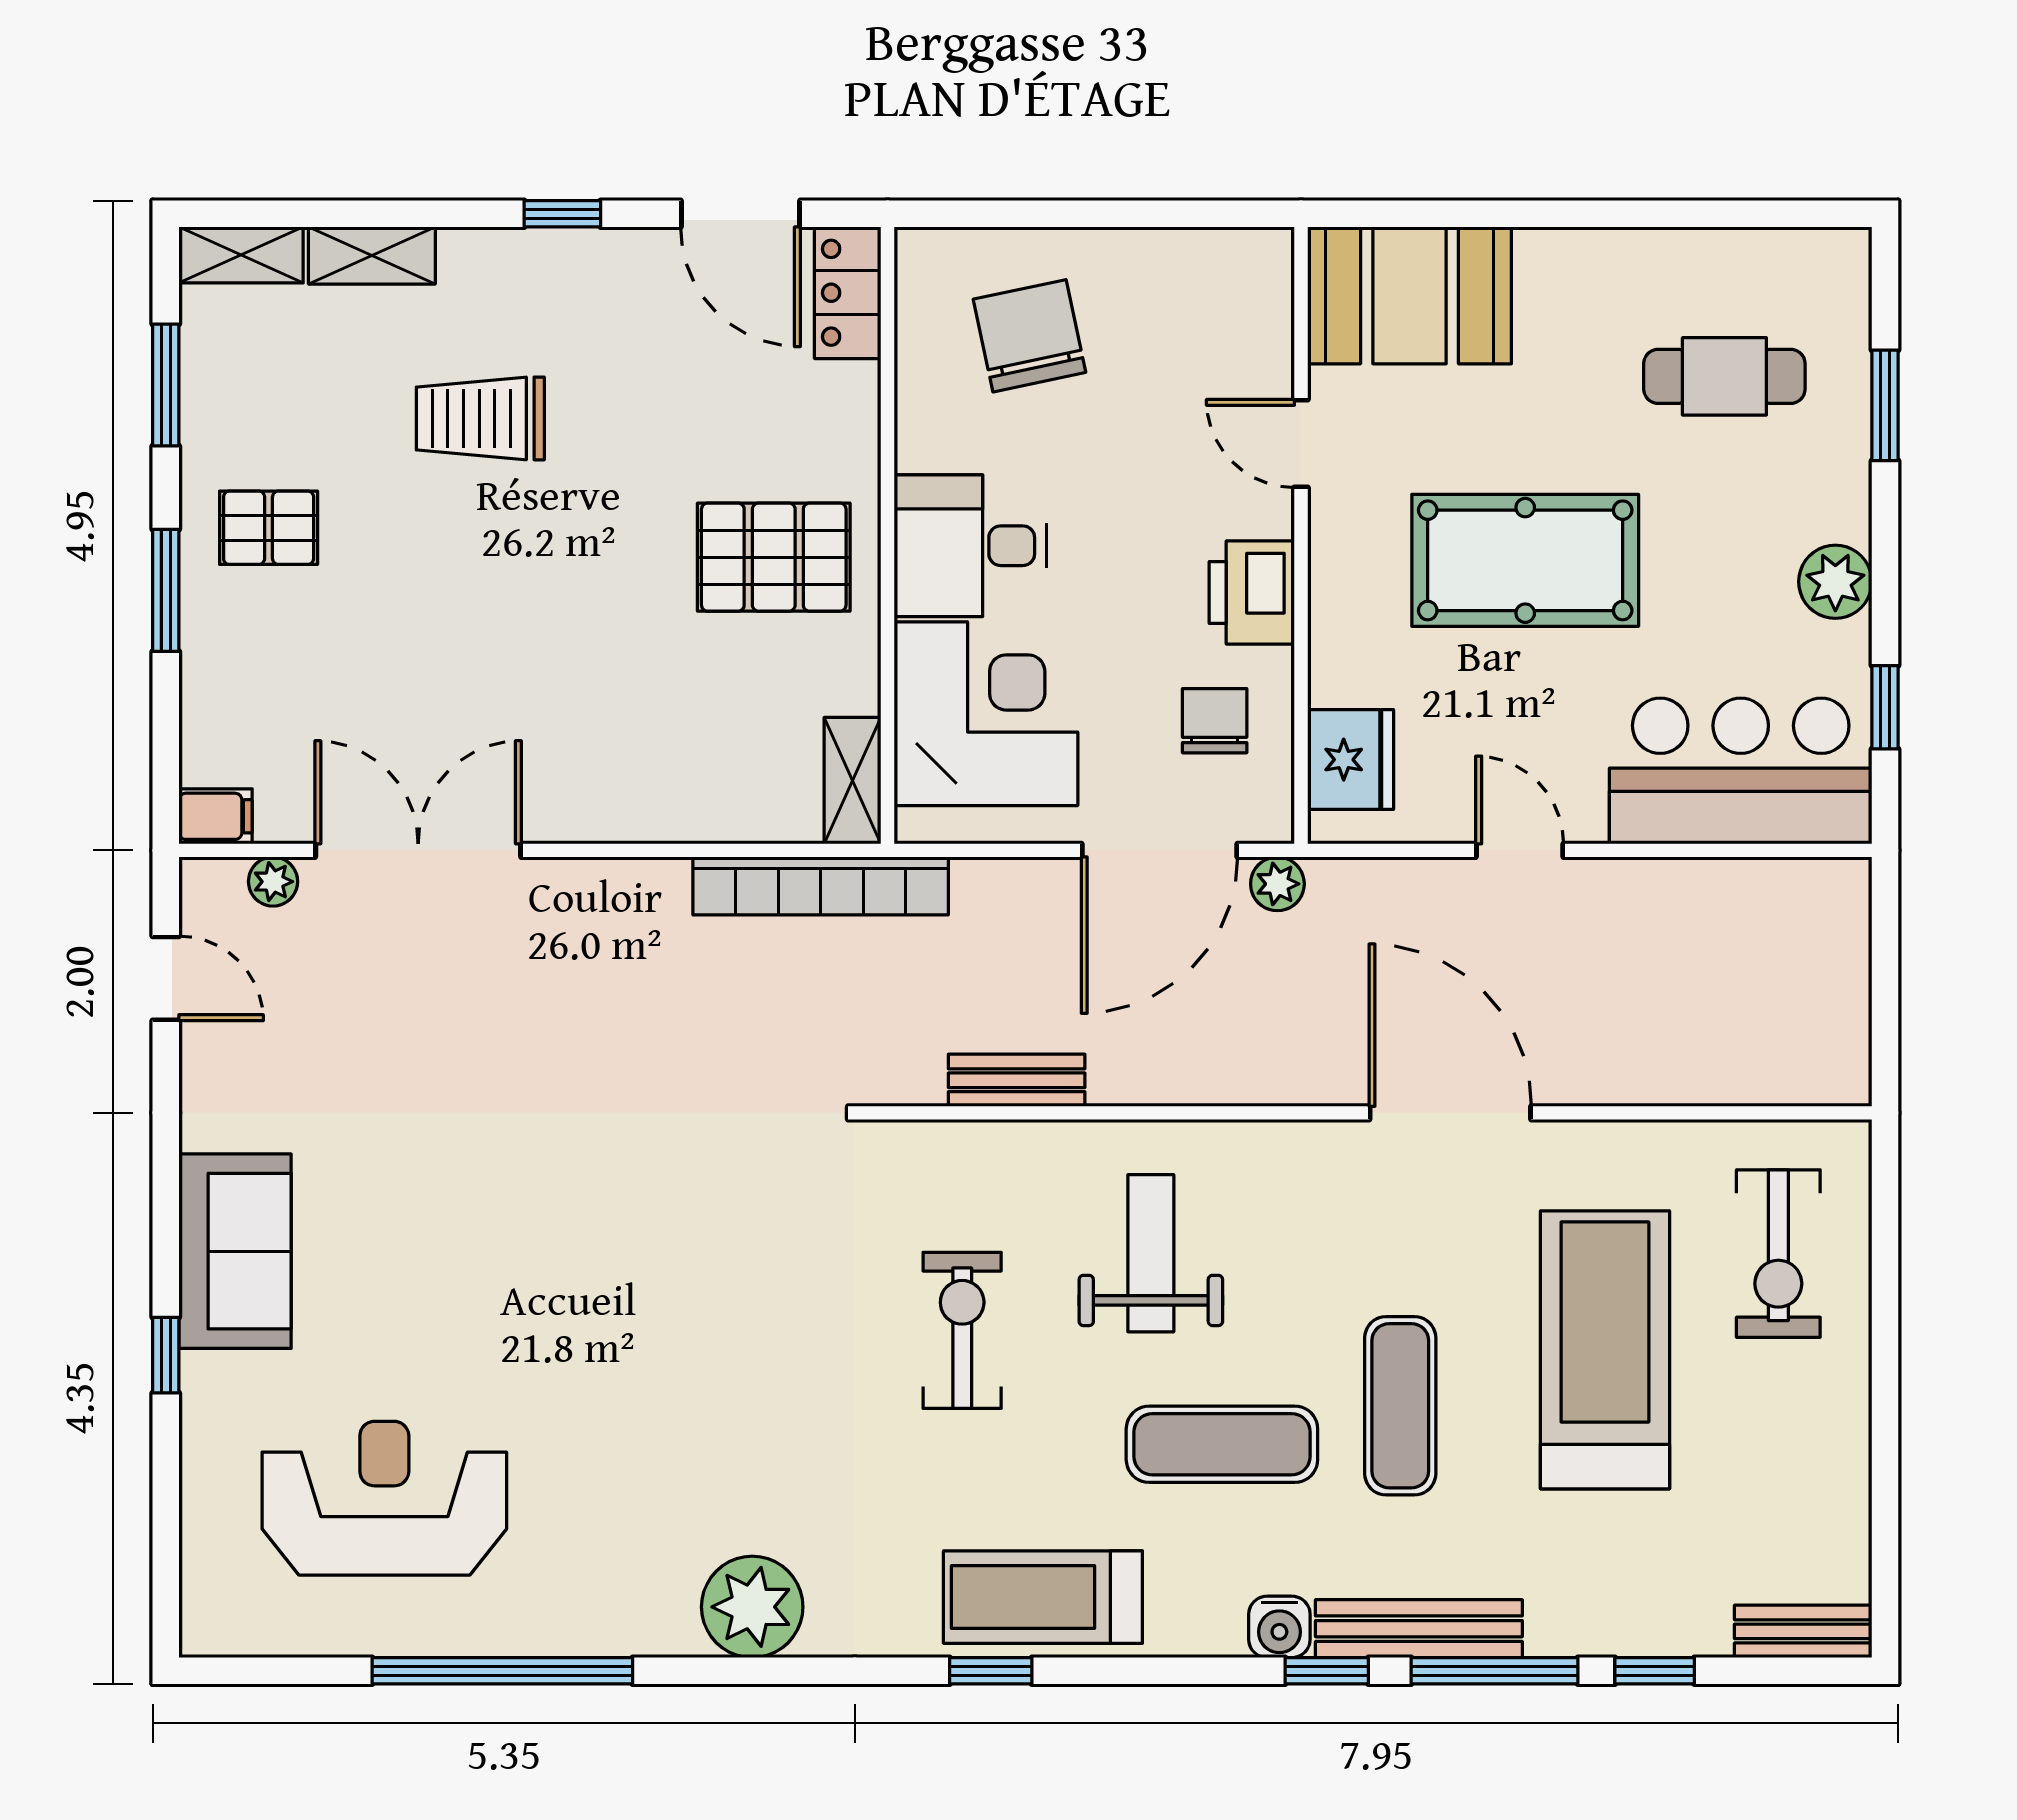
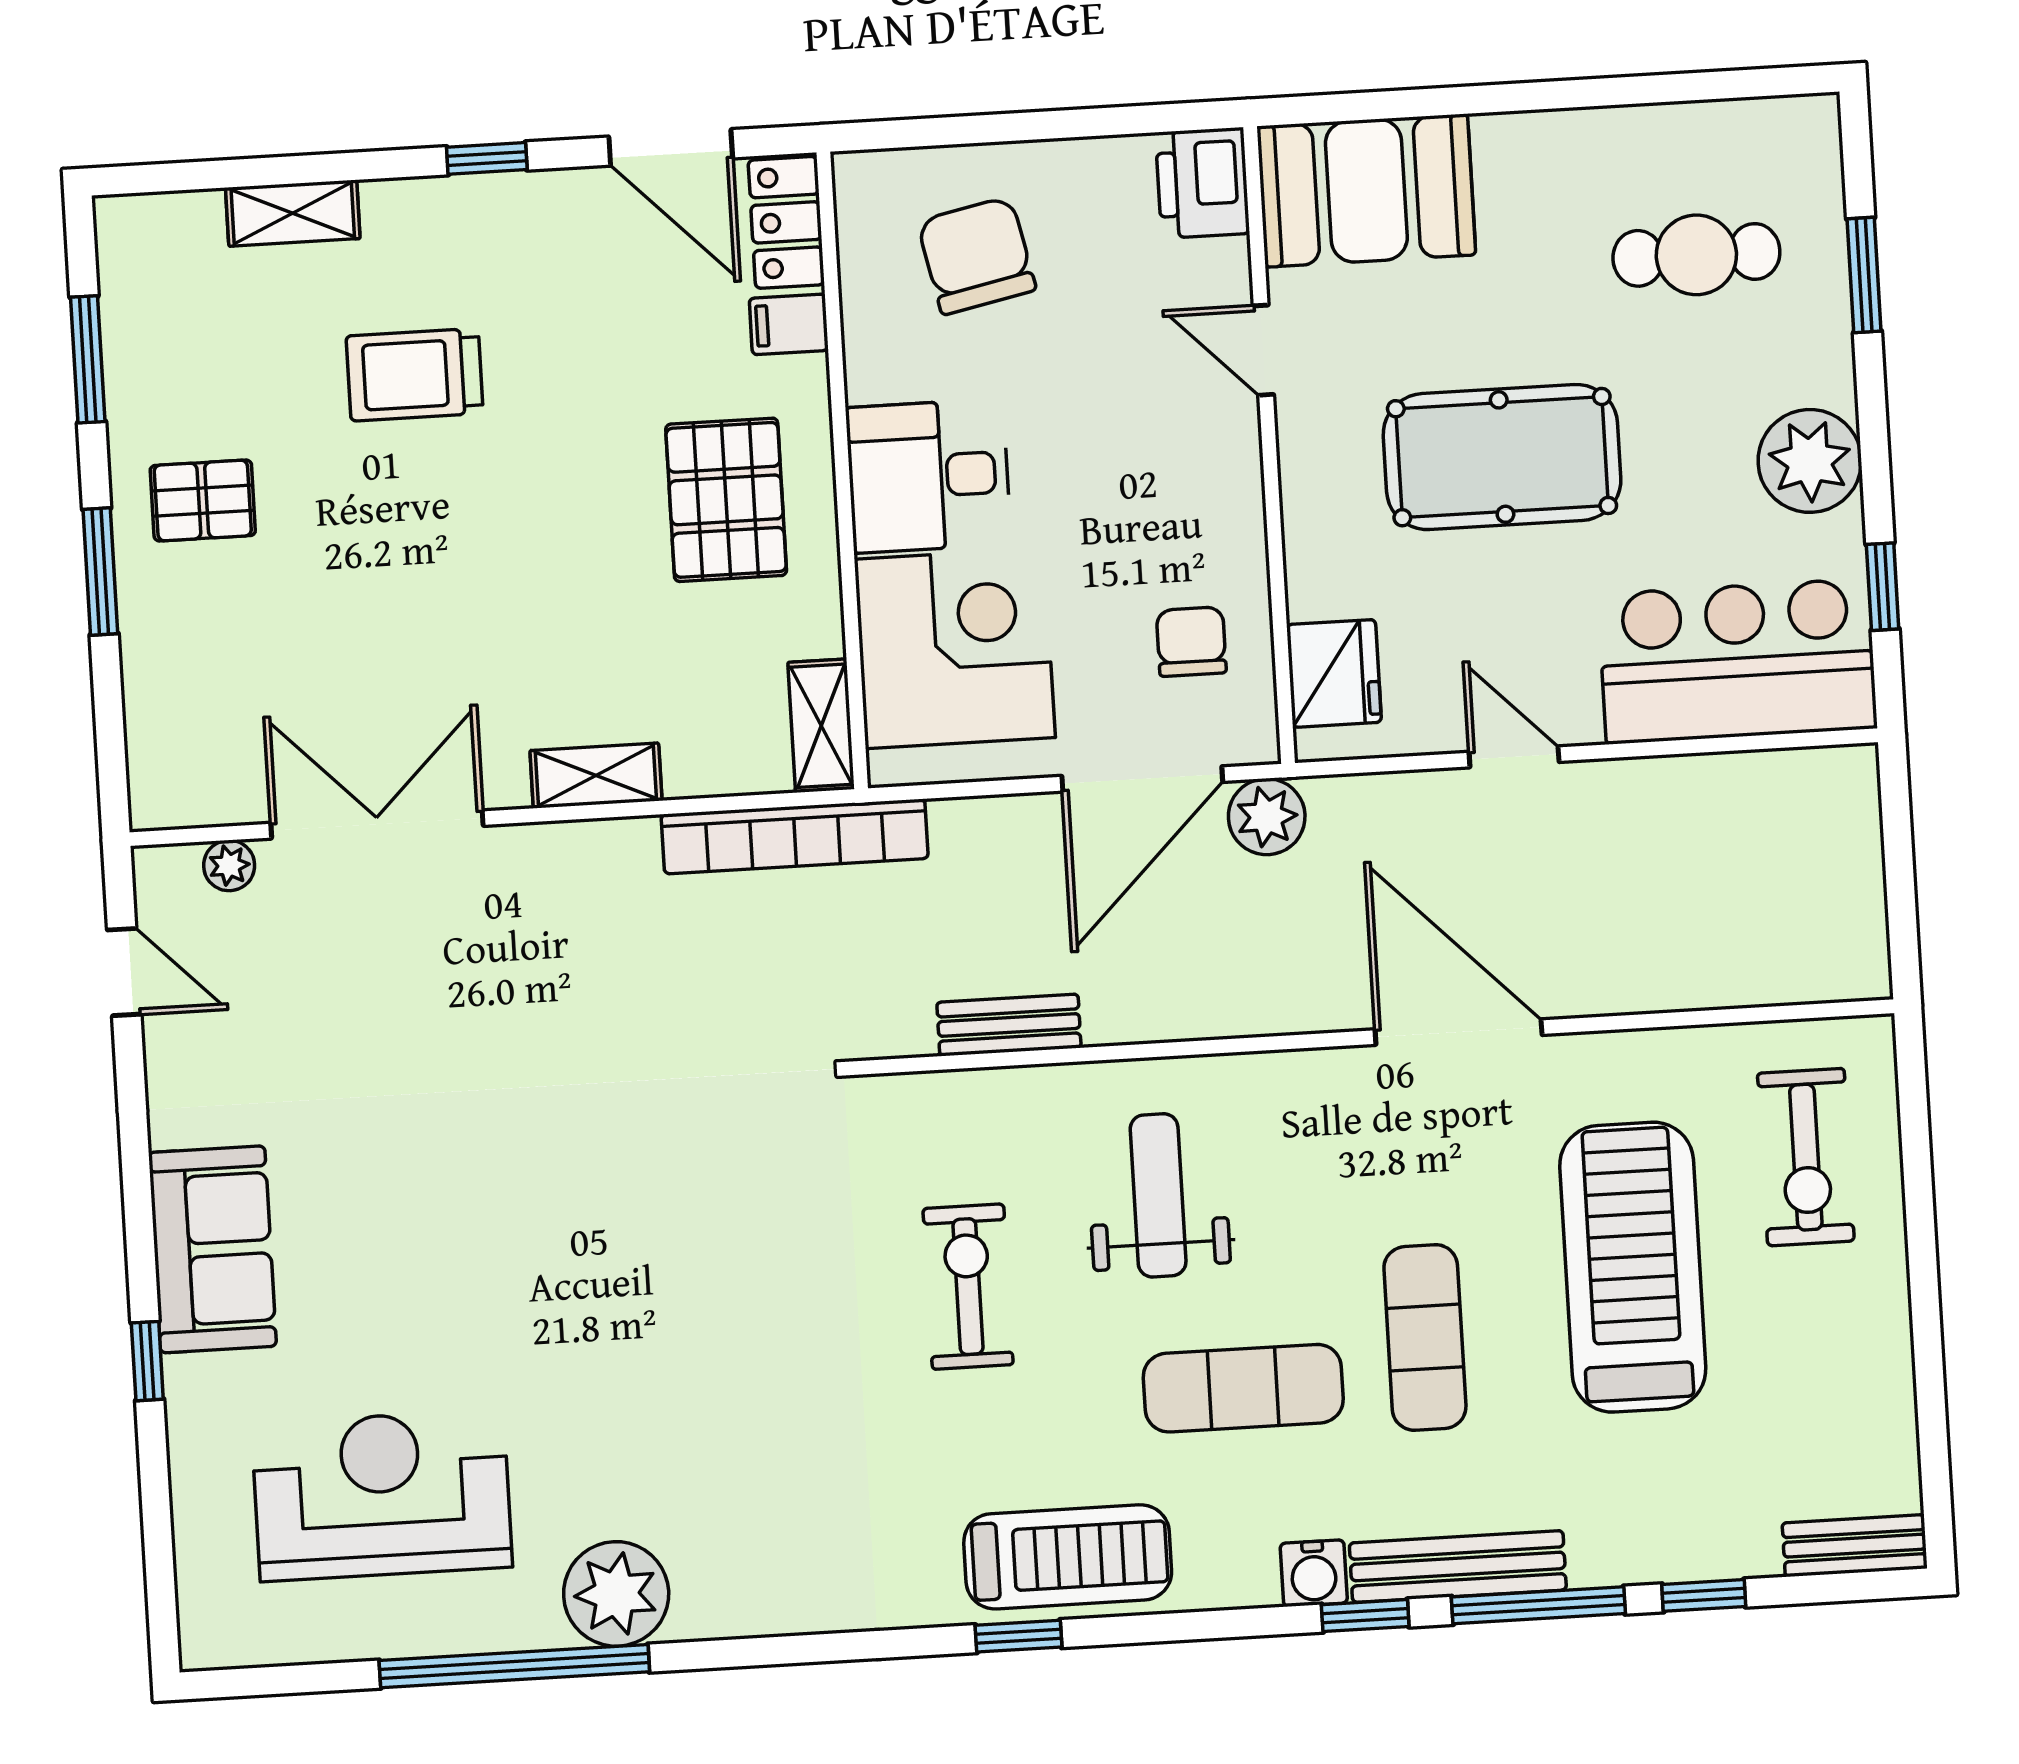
shelving: (241, 255) -> (596, 776), moved
pallet: (774, 557) -> (726, 500), turned 90
plant: (1835, 582) -> (1810, 461), width x1.36, depth x1.36
printer: (1252, 592) -> (1203, 183), moved
filing cabinet: (215, 816) -> (789, 324), moved, turned 180
plant: (1277, 884) -> (1267, 817), width x1.38, depth x1.38
treadmill: (1043, 1597) -> (1068, 1557), turned 180
plant: (752, 1607) -> (616, 1594), moved

